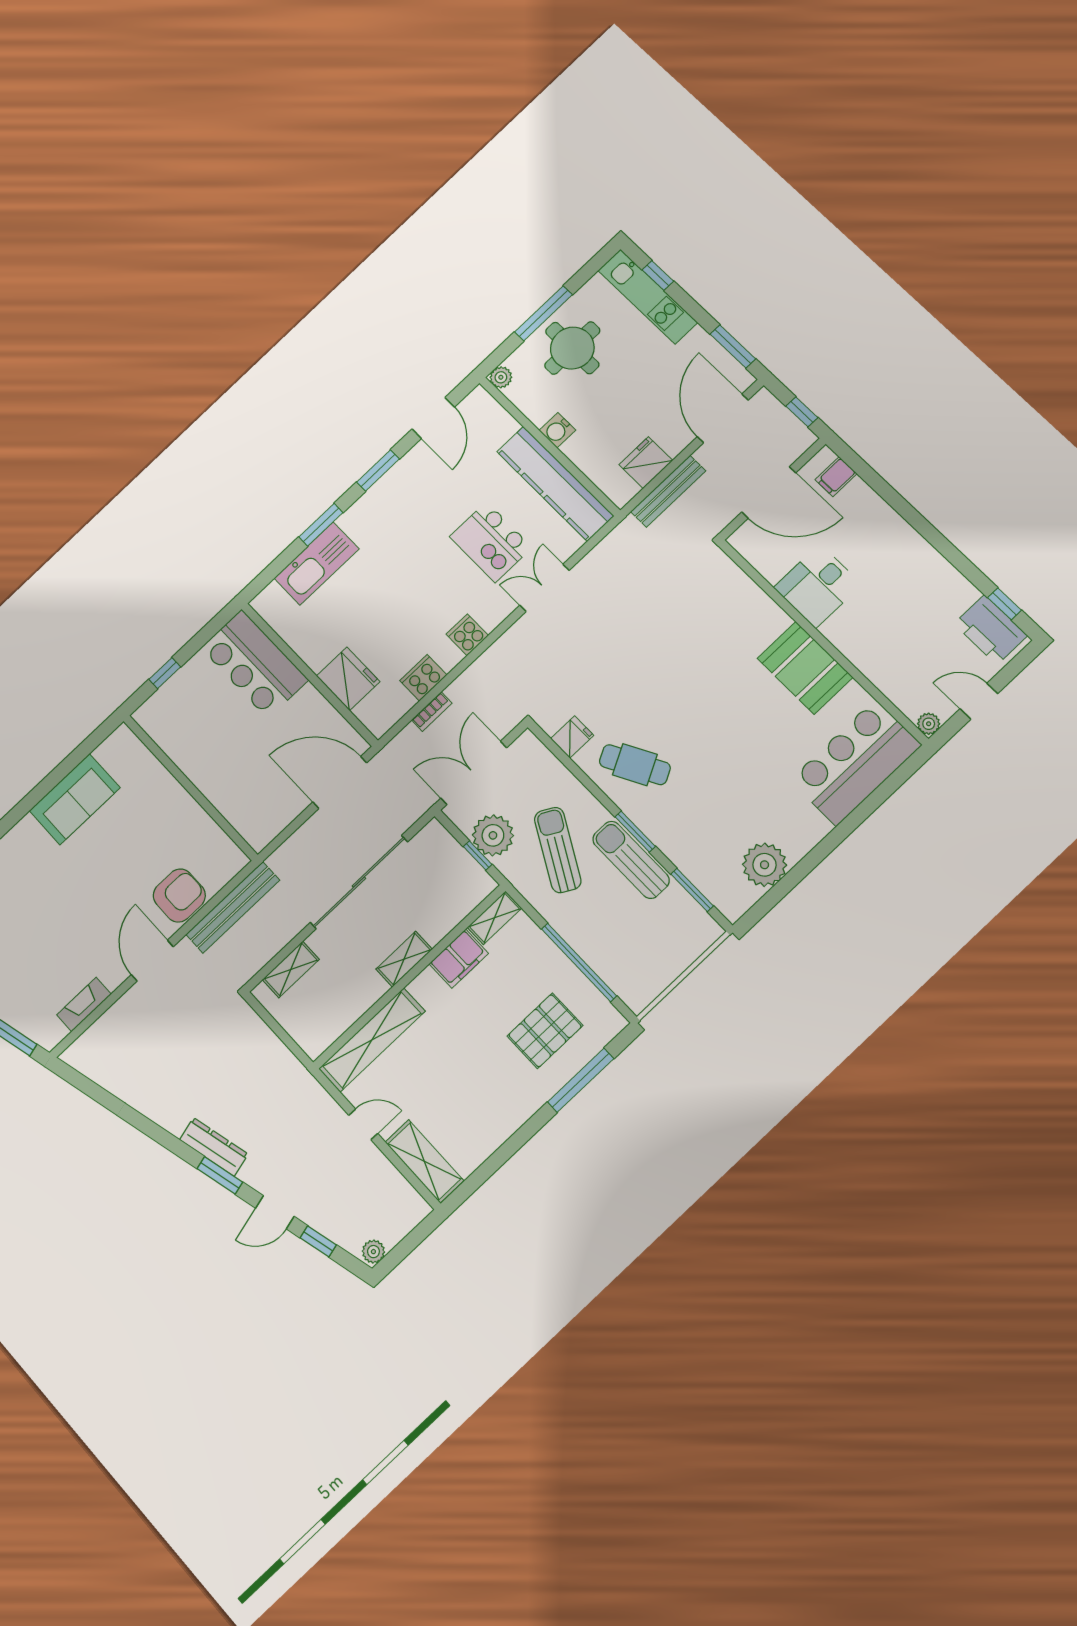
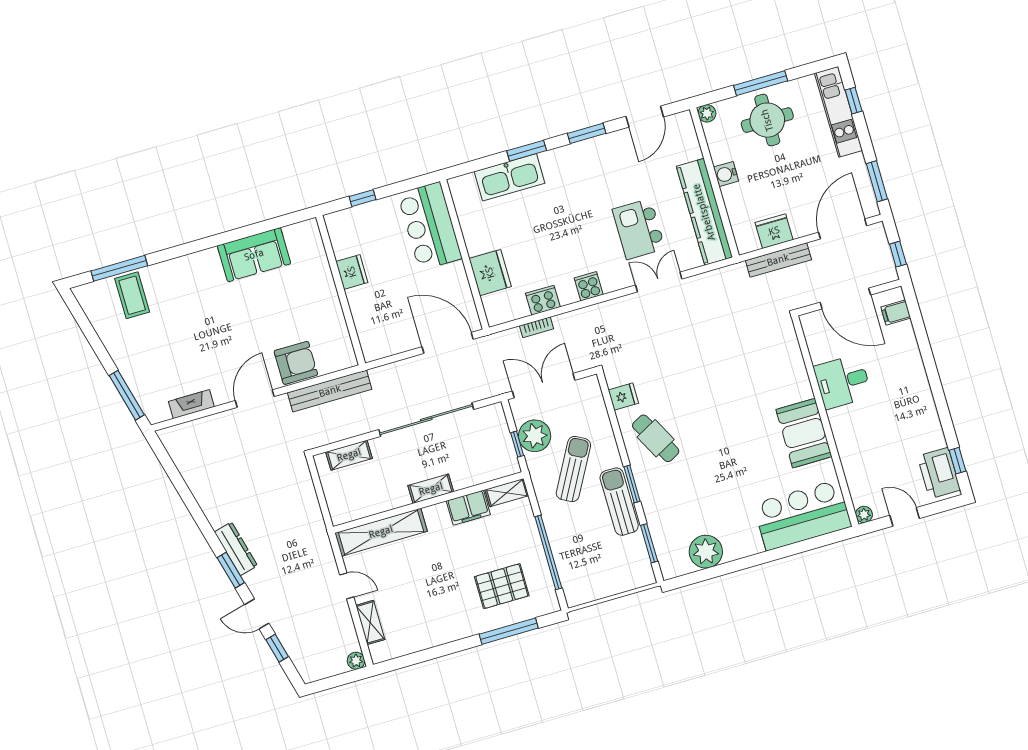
fridge: (193, 761) -> (352, 272), added
shelving: (424, 1161) -> (370, 622), width x0.67, depth x0.75
plant: (373, 1252) -> (356, 661), moved

